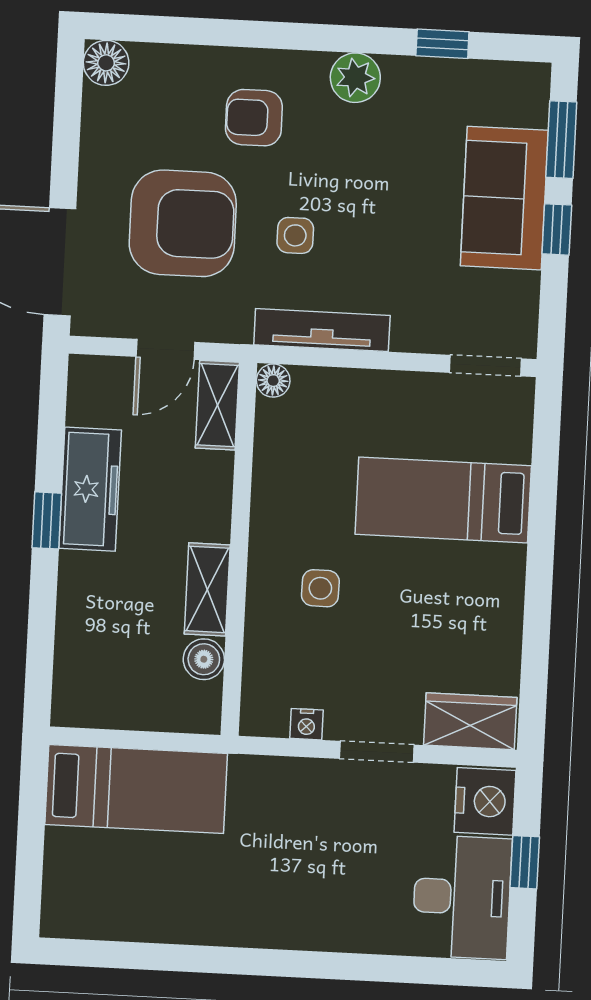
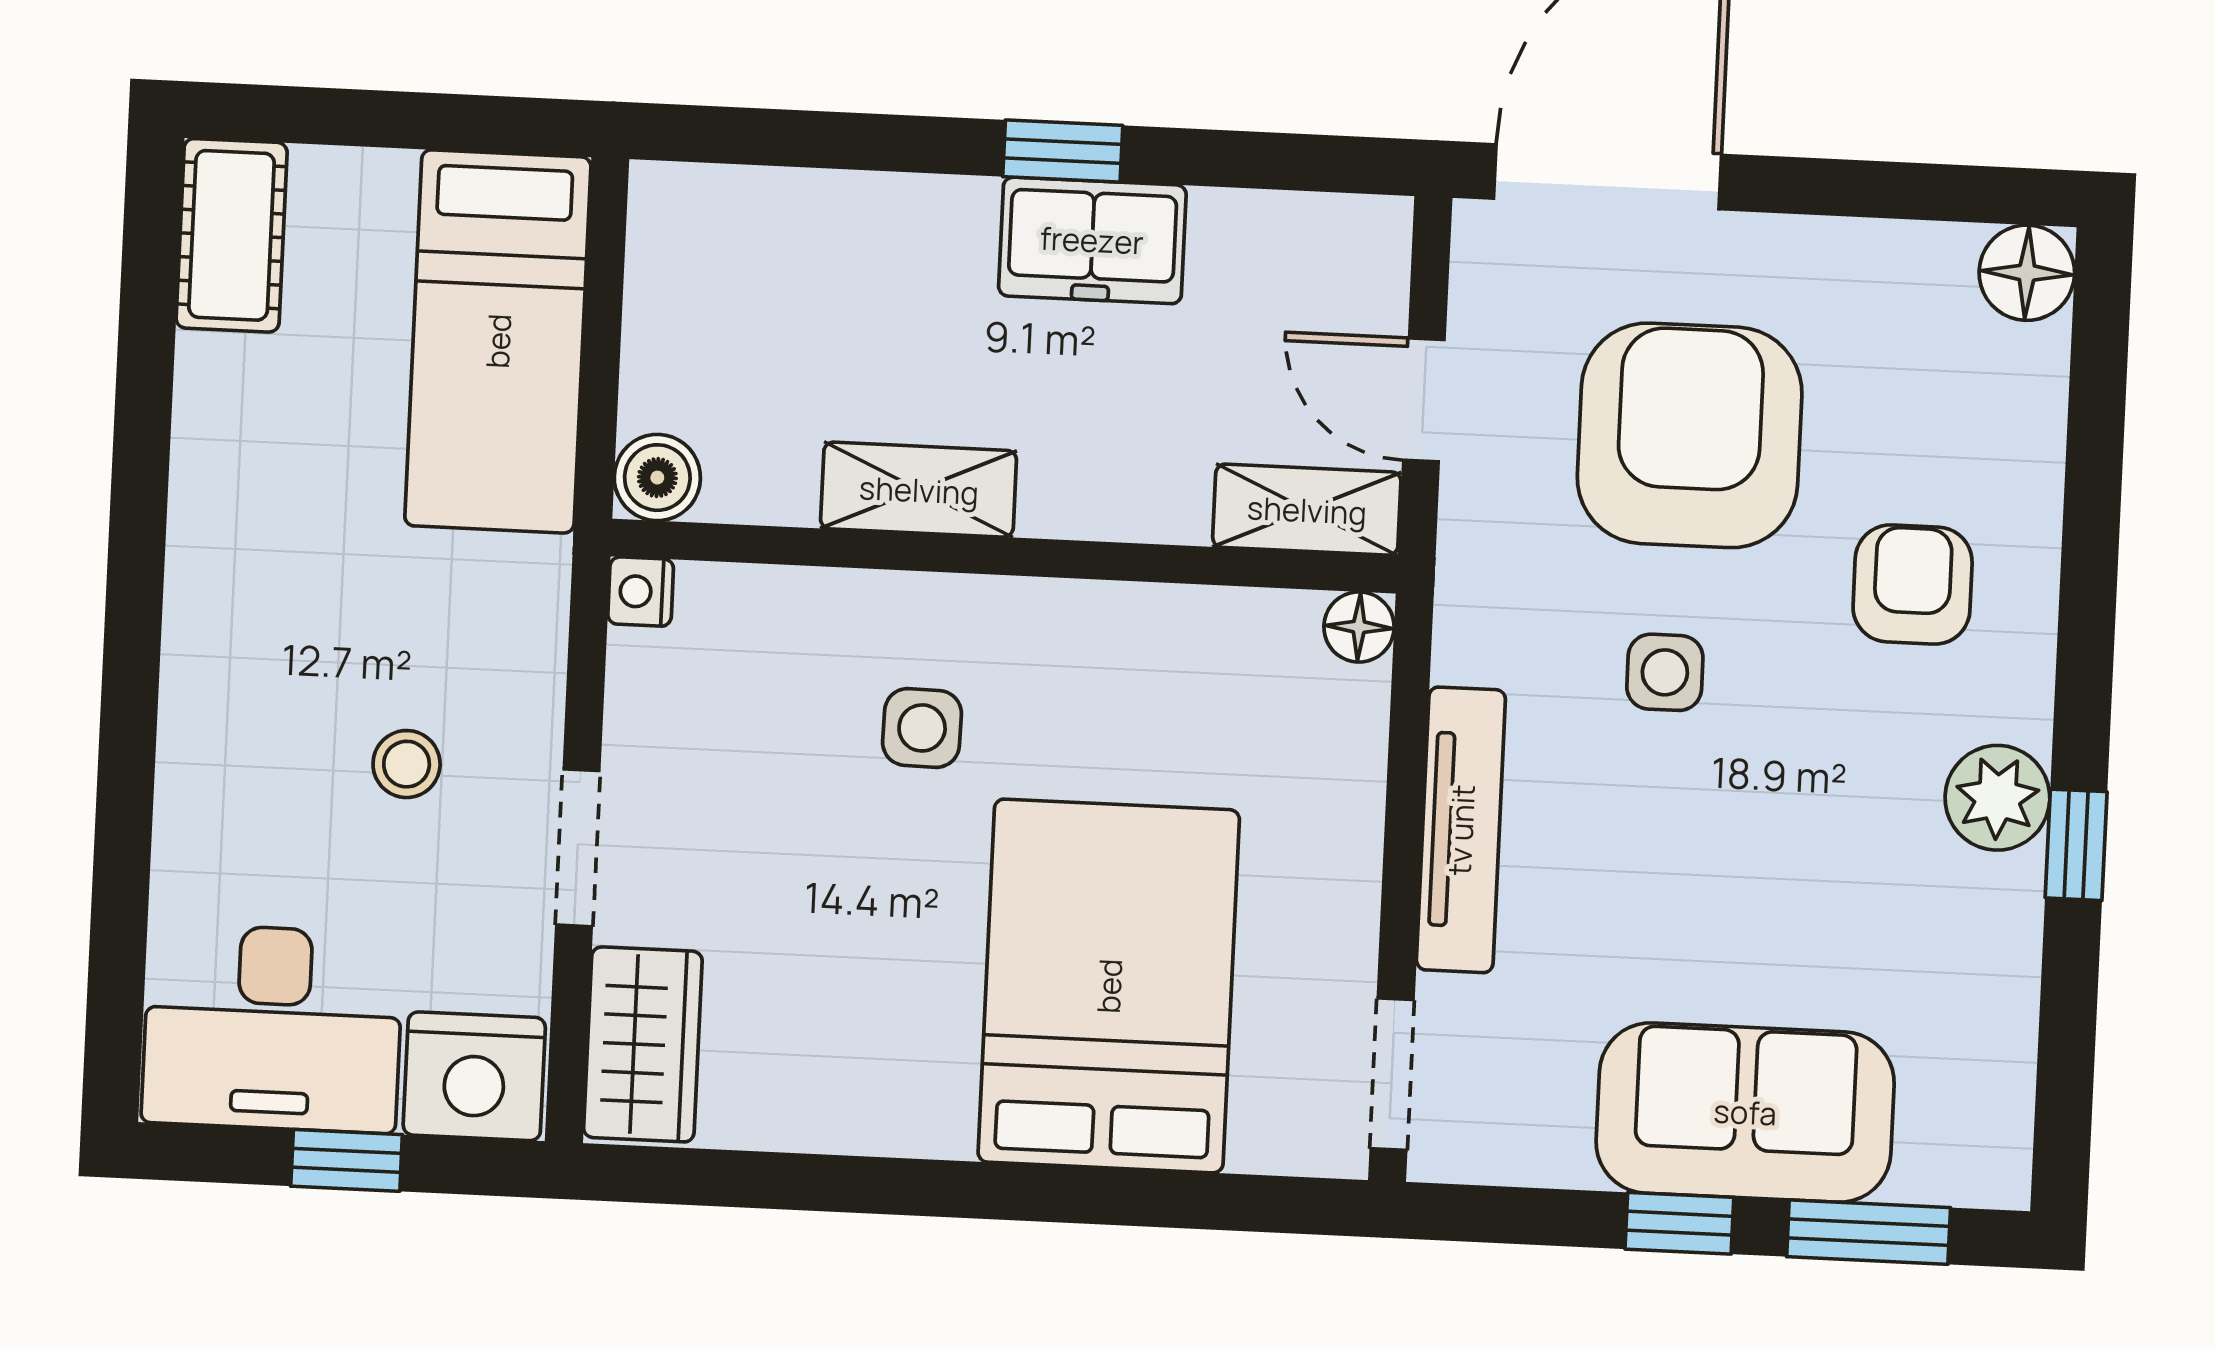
window: (442, 44) -> (2076, 845), moved
armchair: (183, 223) -> (1690, 435), turned 180
tv unit: (322, 330) -> (1461, 830), moved
freezer: (90, 489) -> (1092, 240), width x0.71
bed: (443, 500) -> (1109, 986), width x1.50
boiler: (204, 659) -> (657, 478), moved
nightstand: (307, 724) -> (641, 592), moved
stool: (337, 833) -> (407, 764), added
cot: (85, 915) -> (232, 235), added

